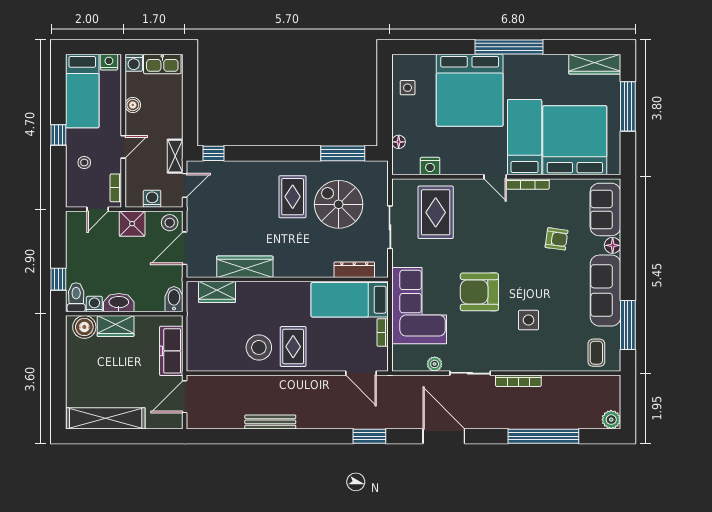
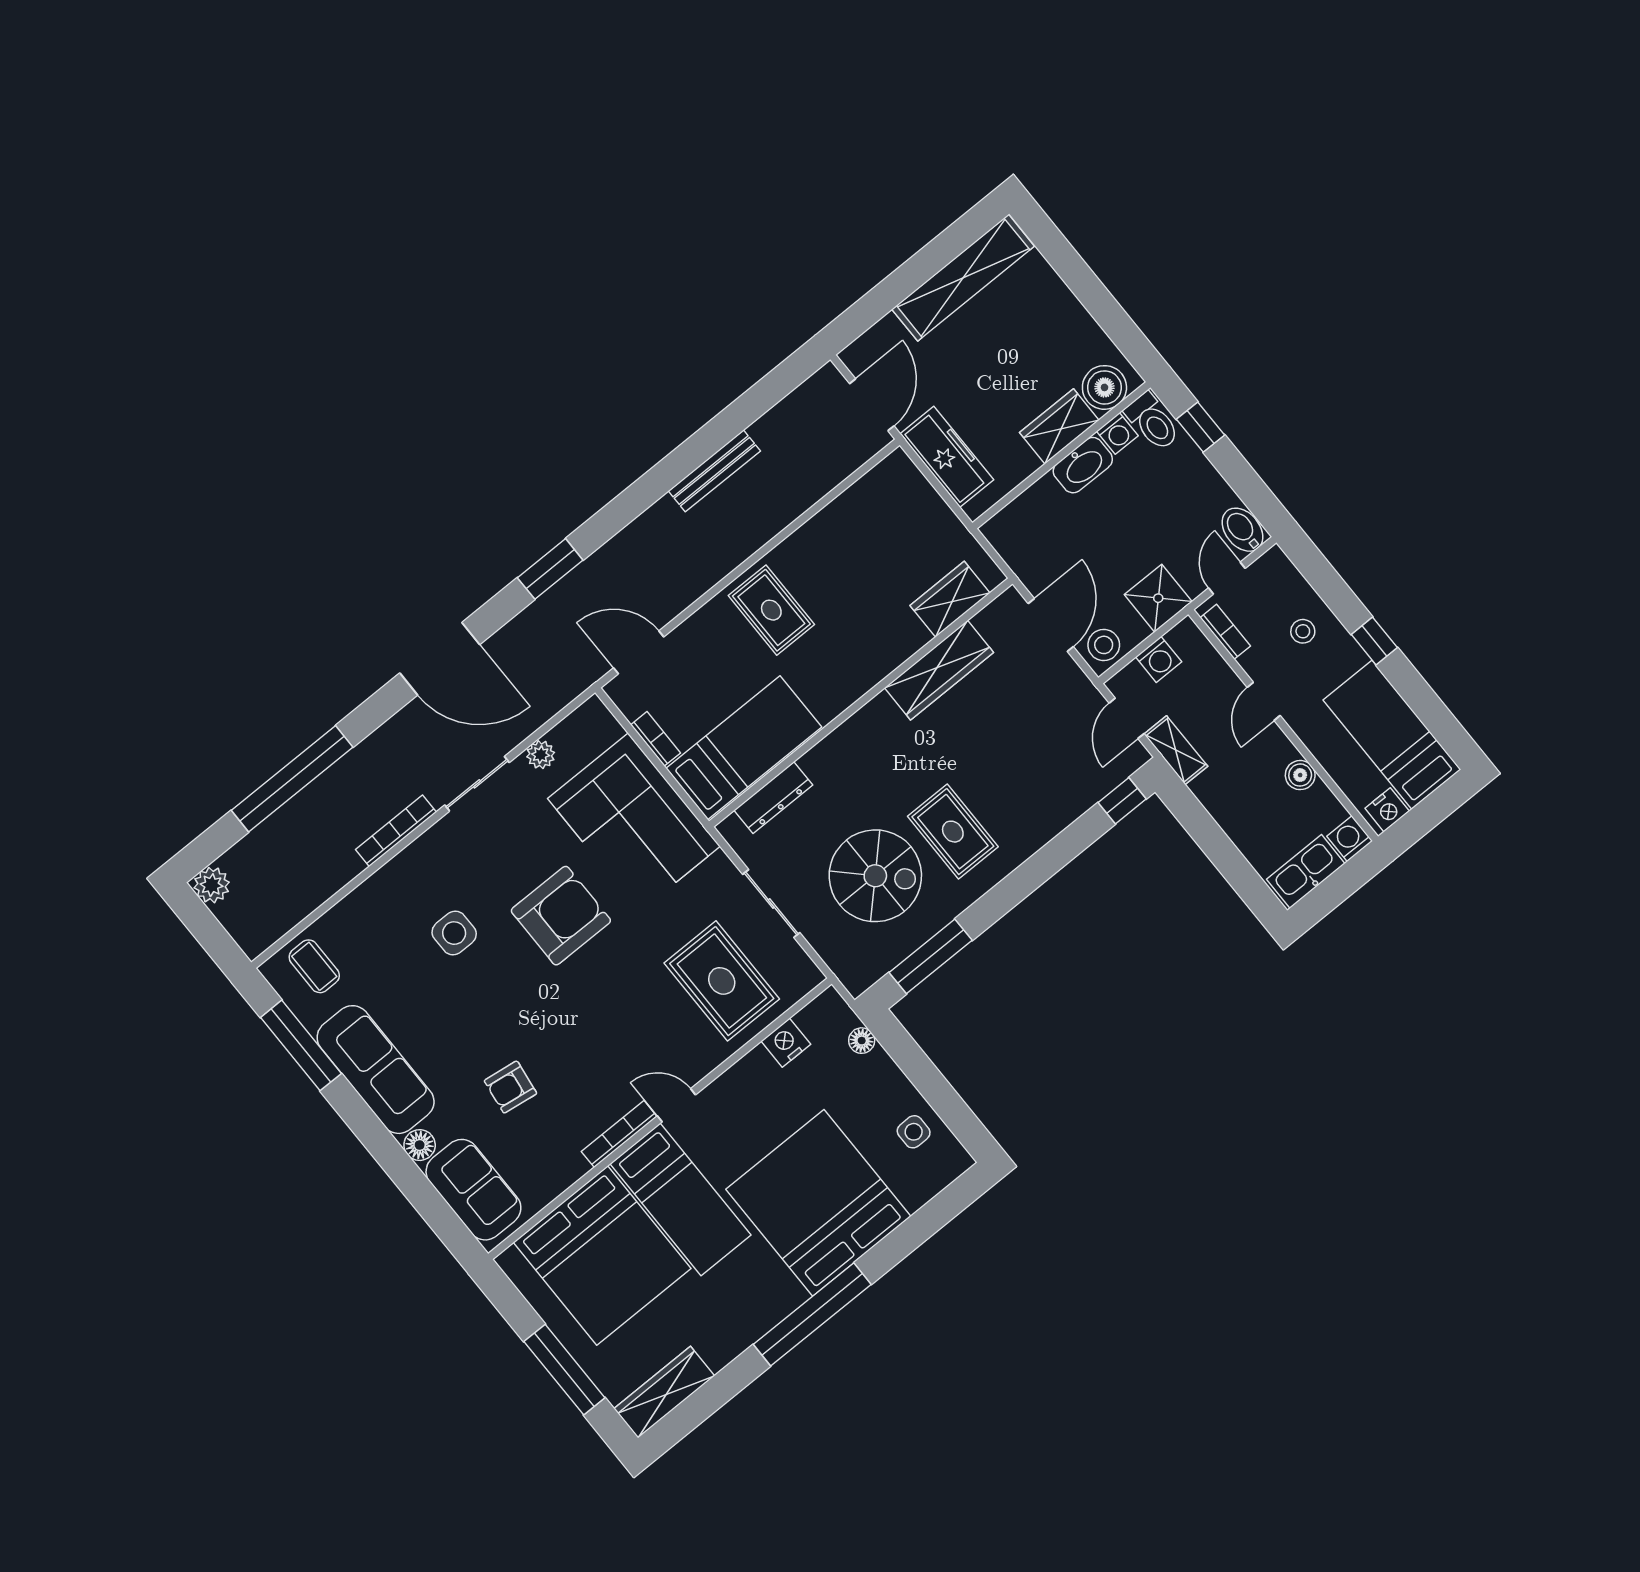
bidet: (174, 299) -> (1242, 530), moved, turned 180
stool: (259, 347) -> (821, 567), removed

